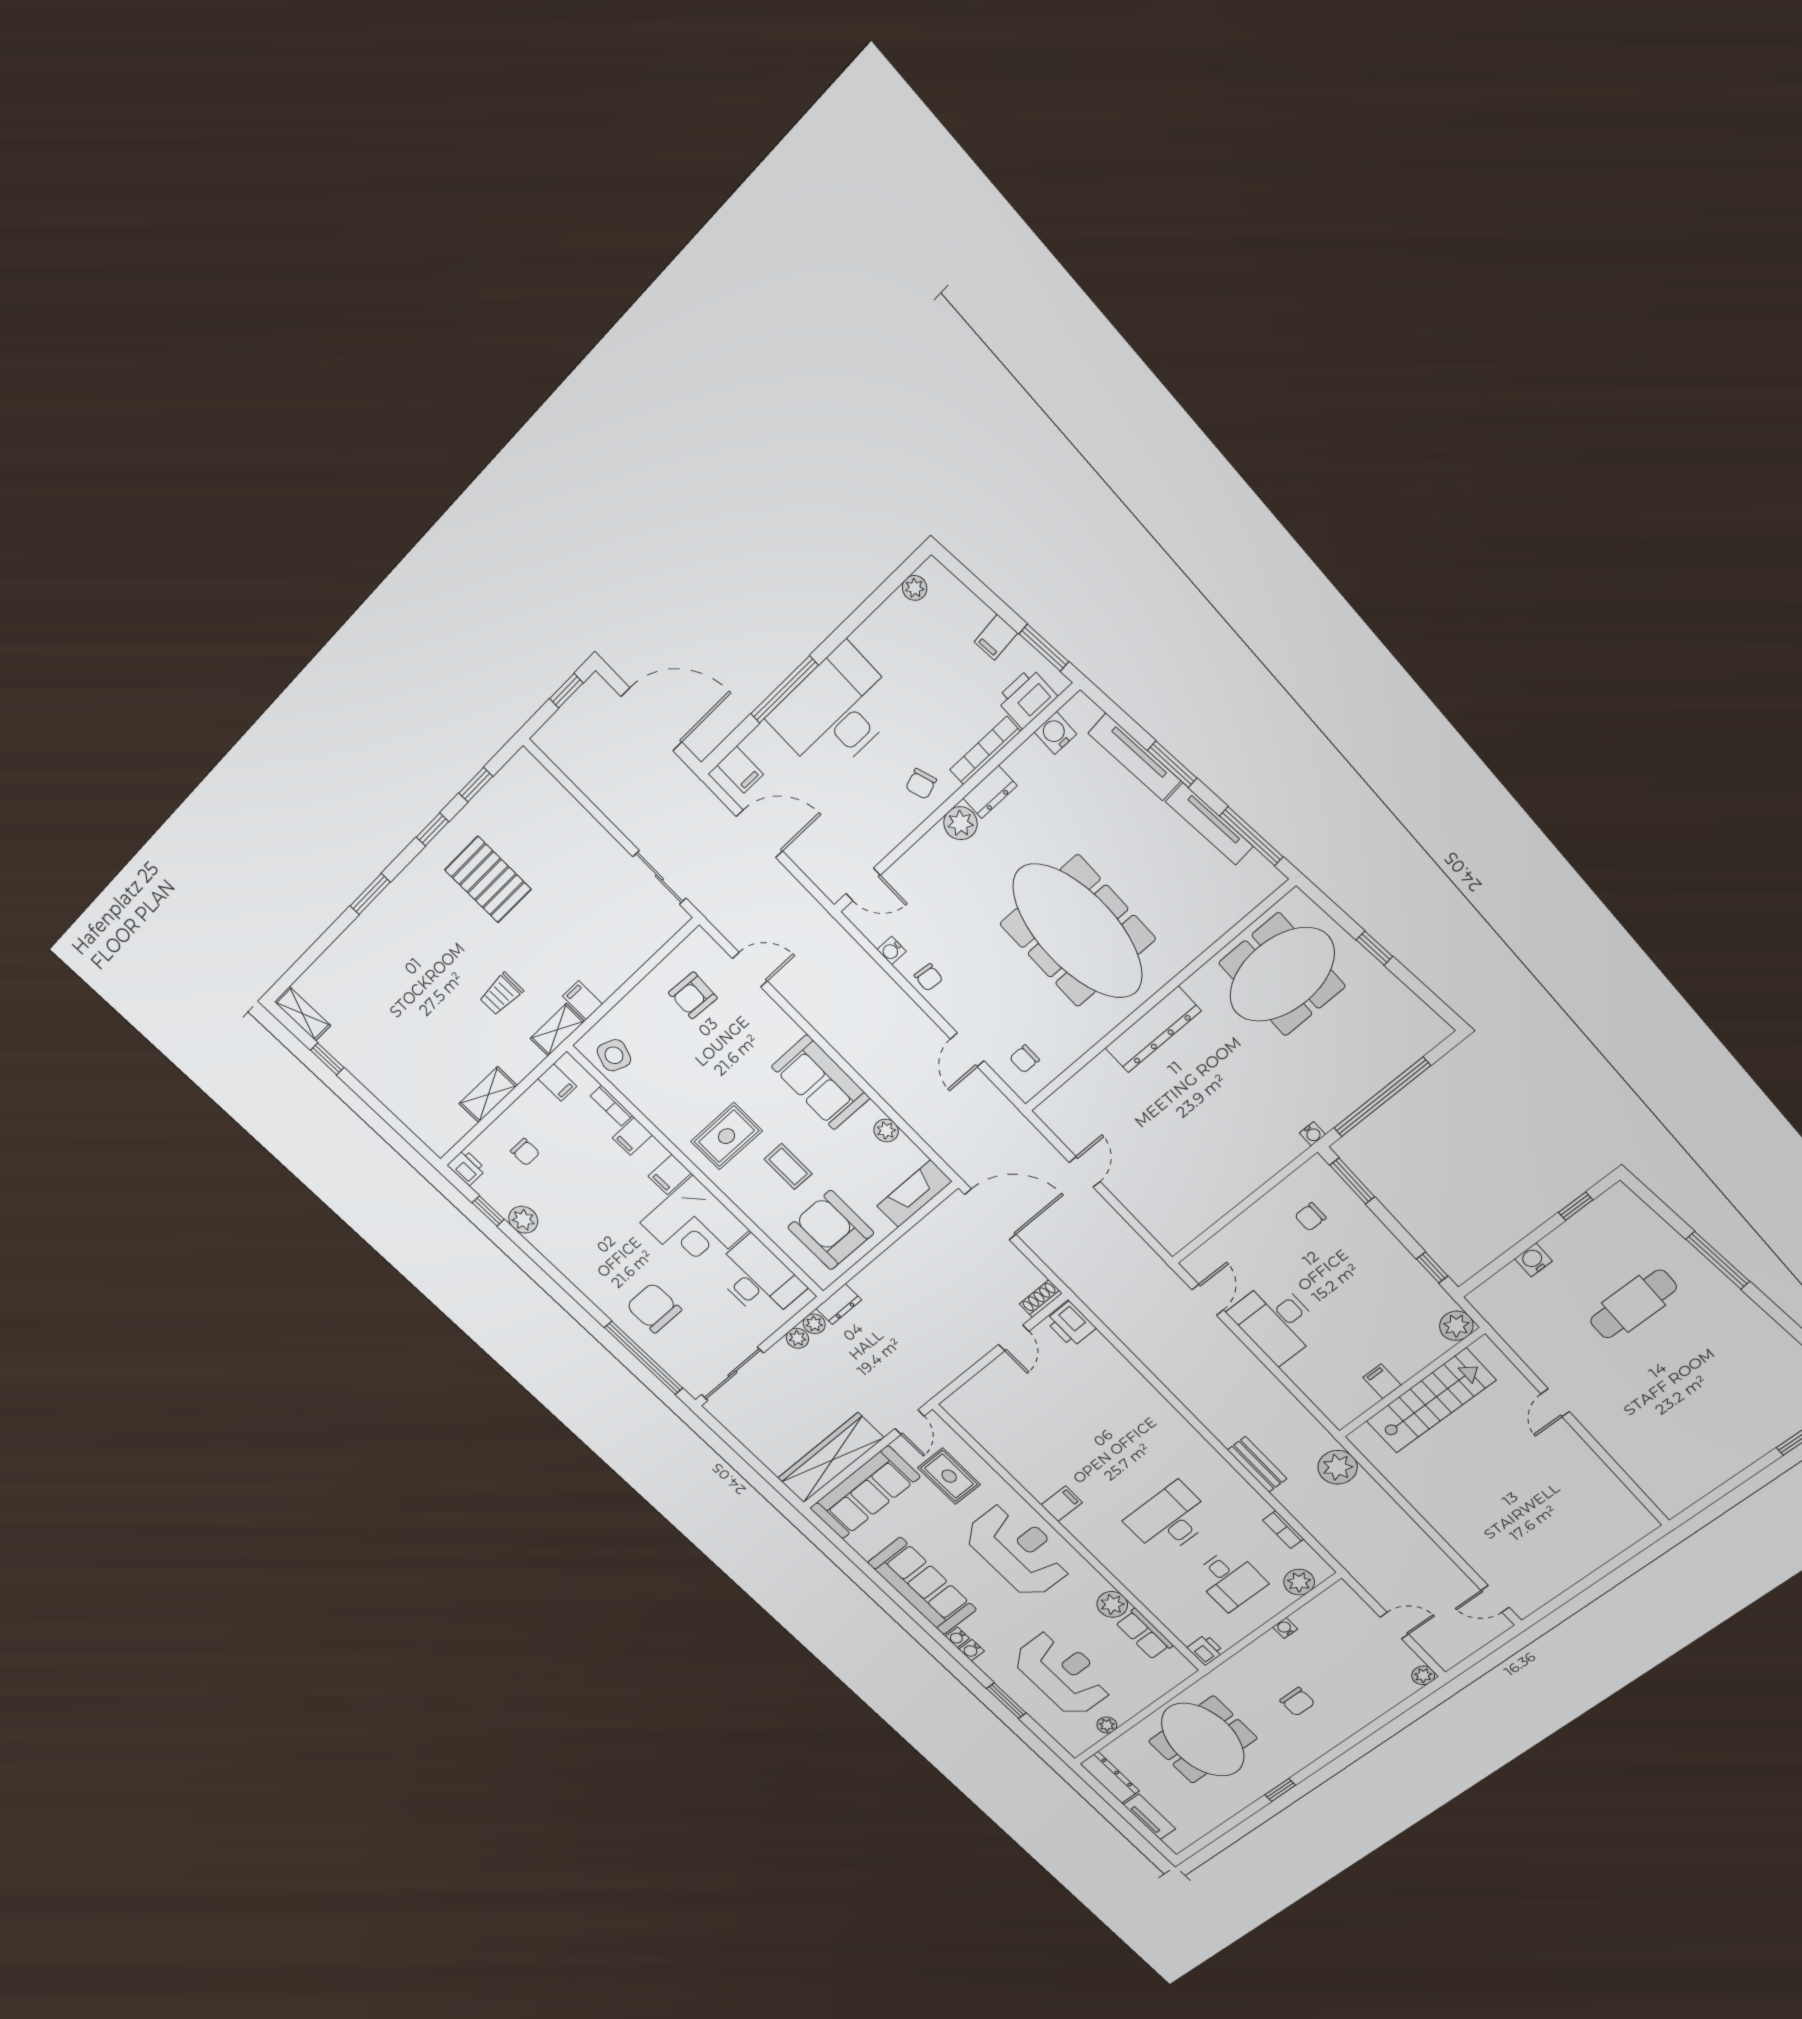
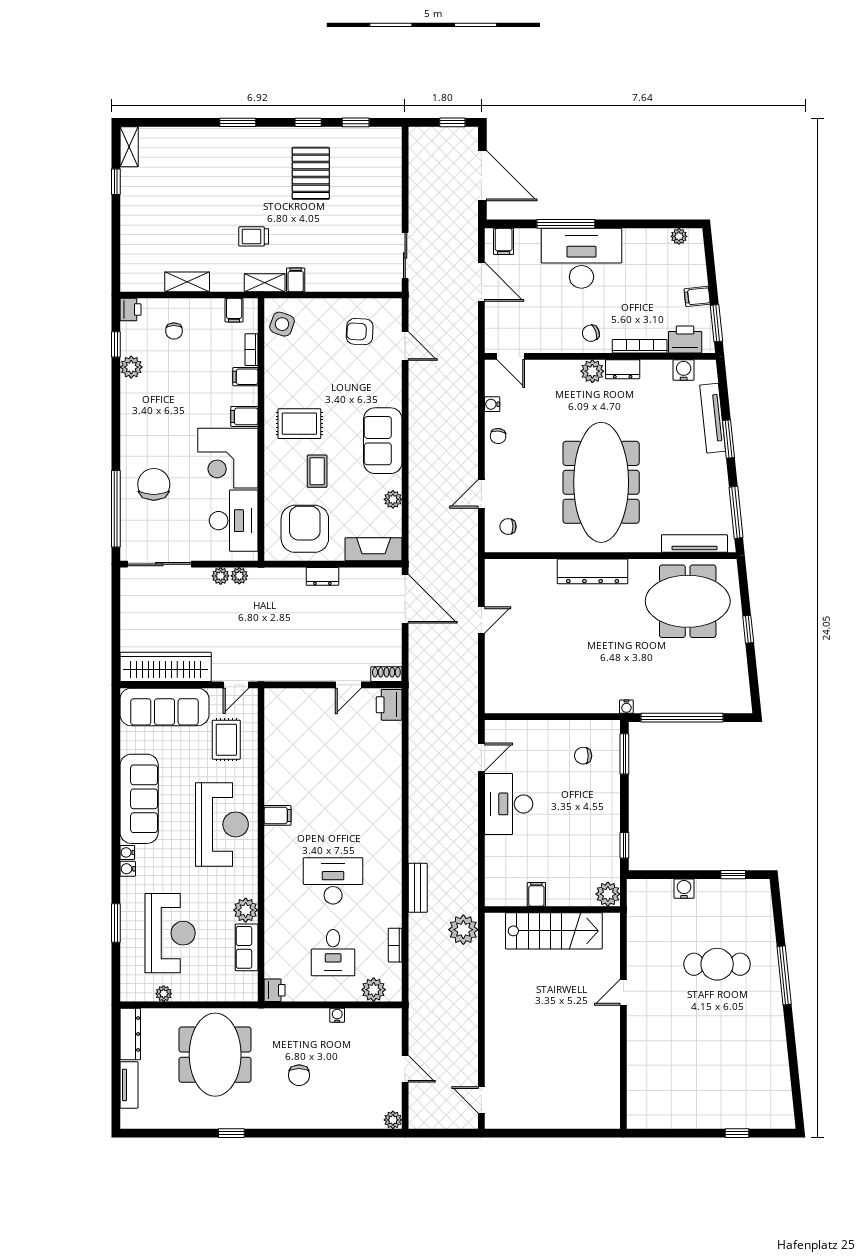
tv unit: (1209, 824) -> (694, 544), moved, turned 96
dresser: (839, 1304) -> (322, 576), moved

